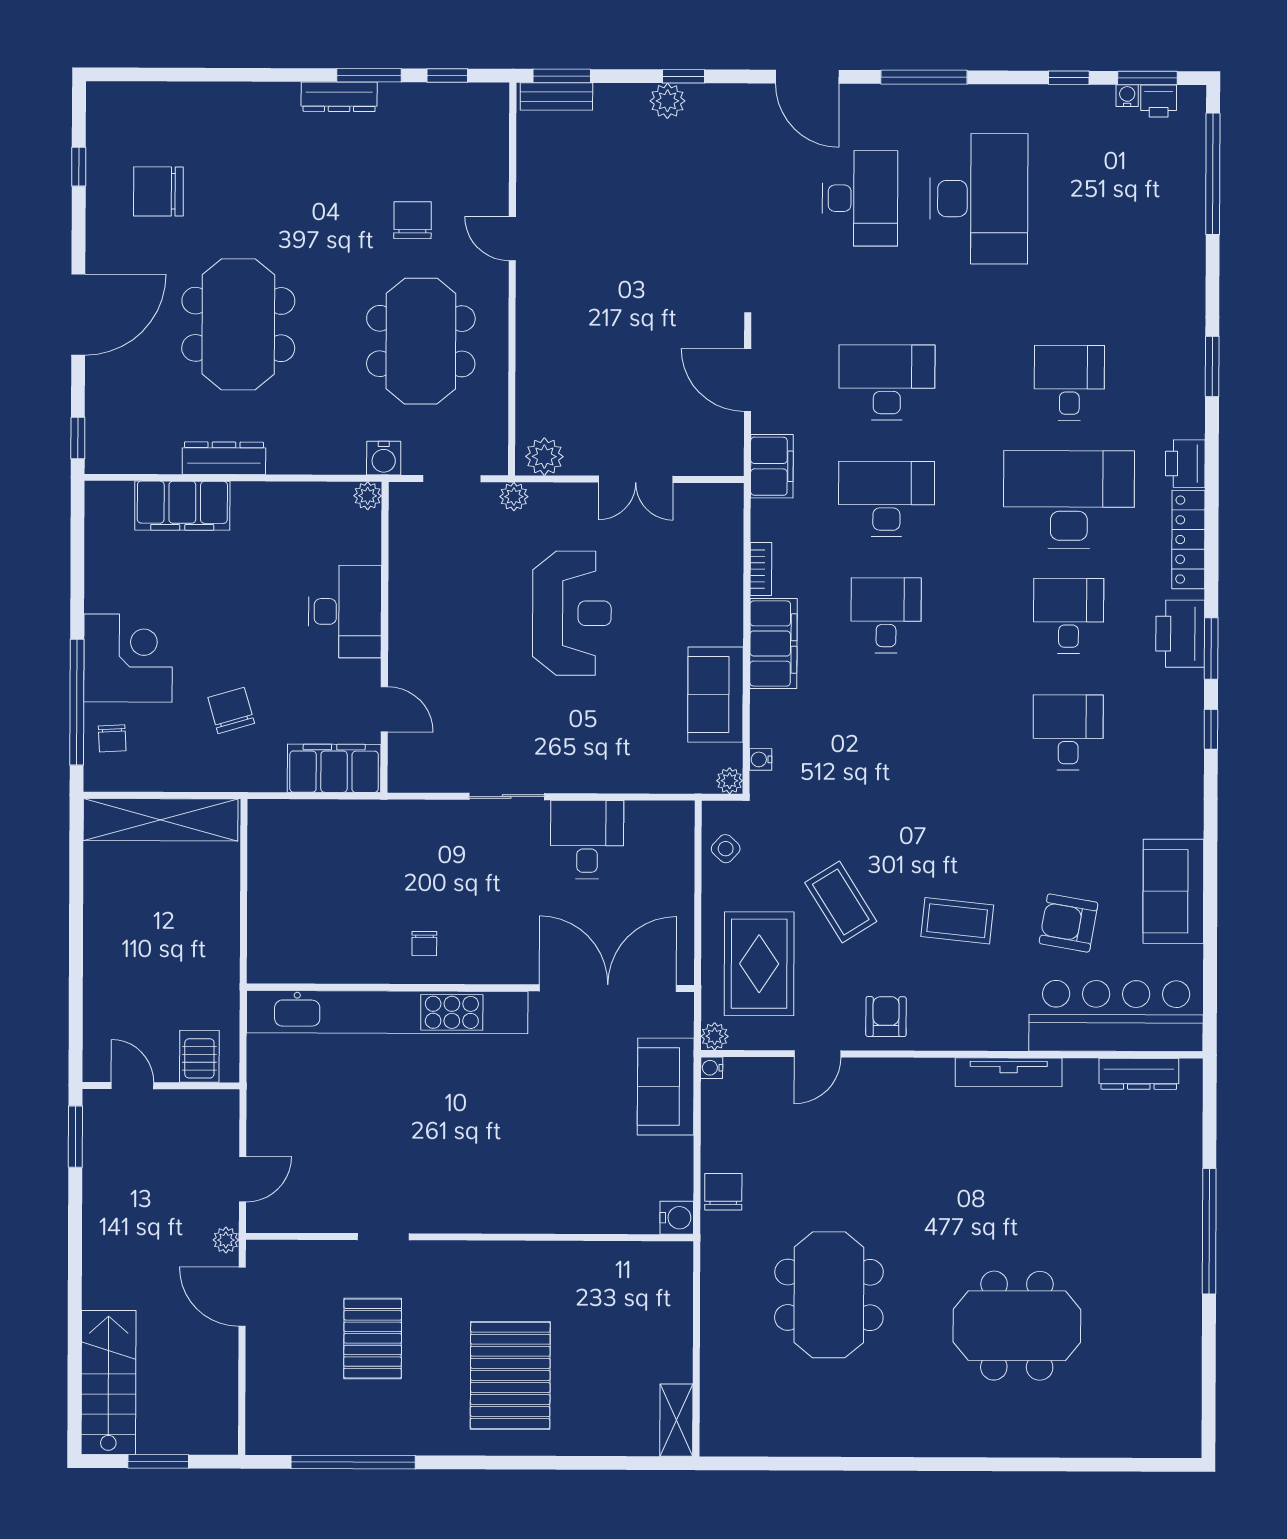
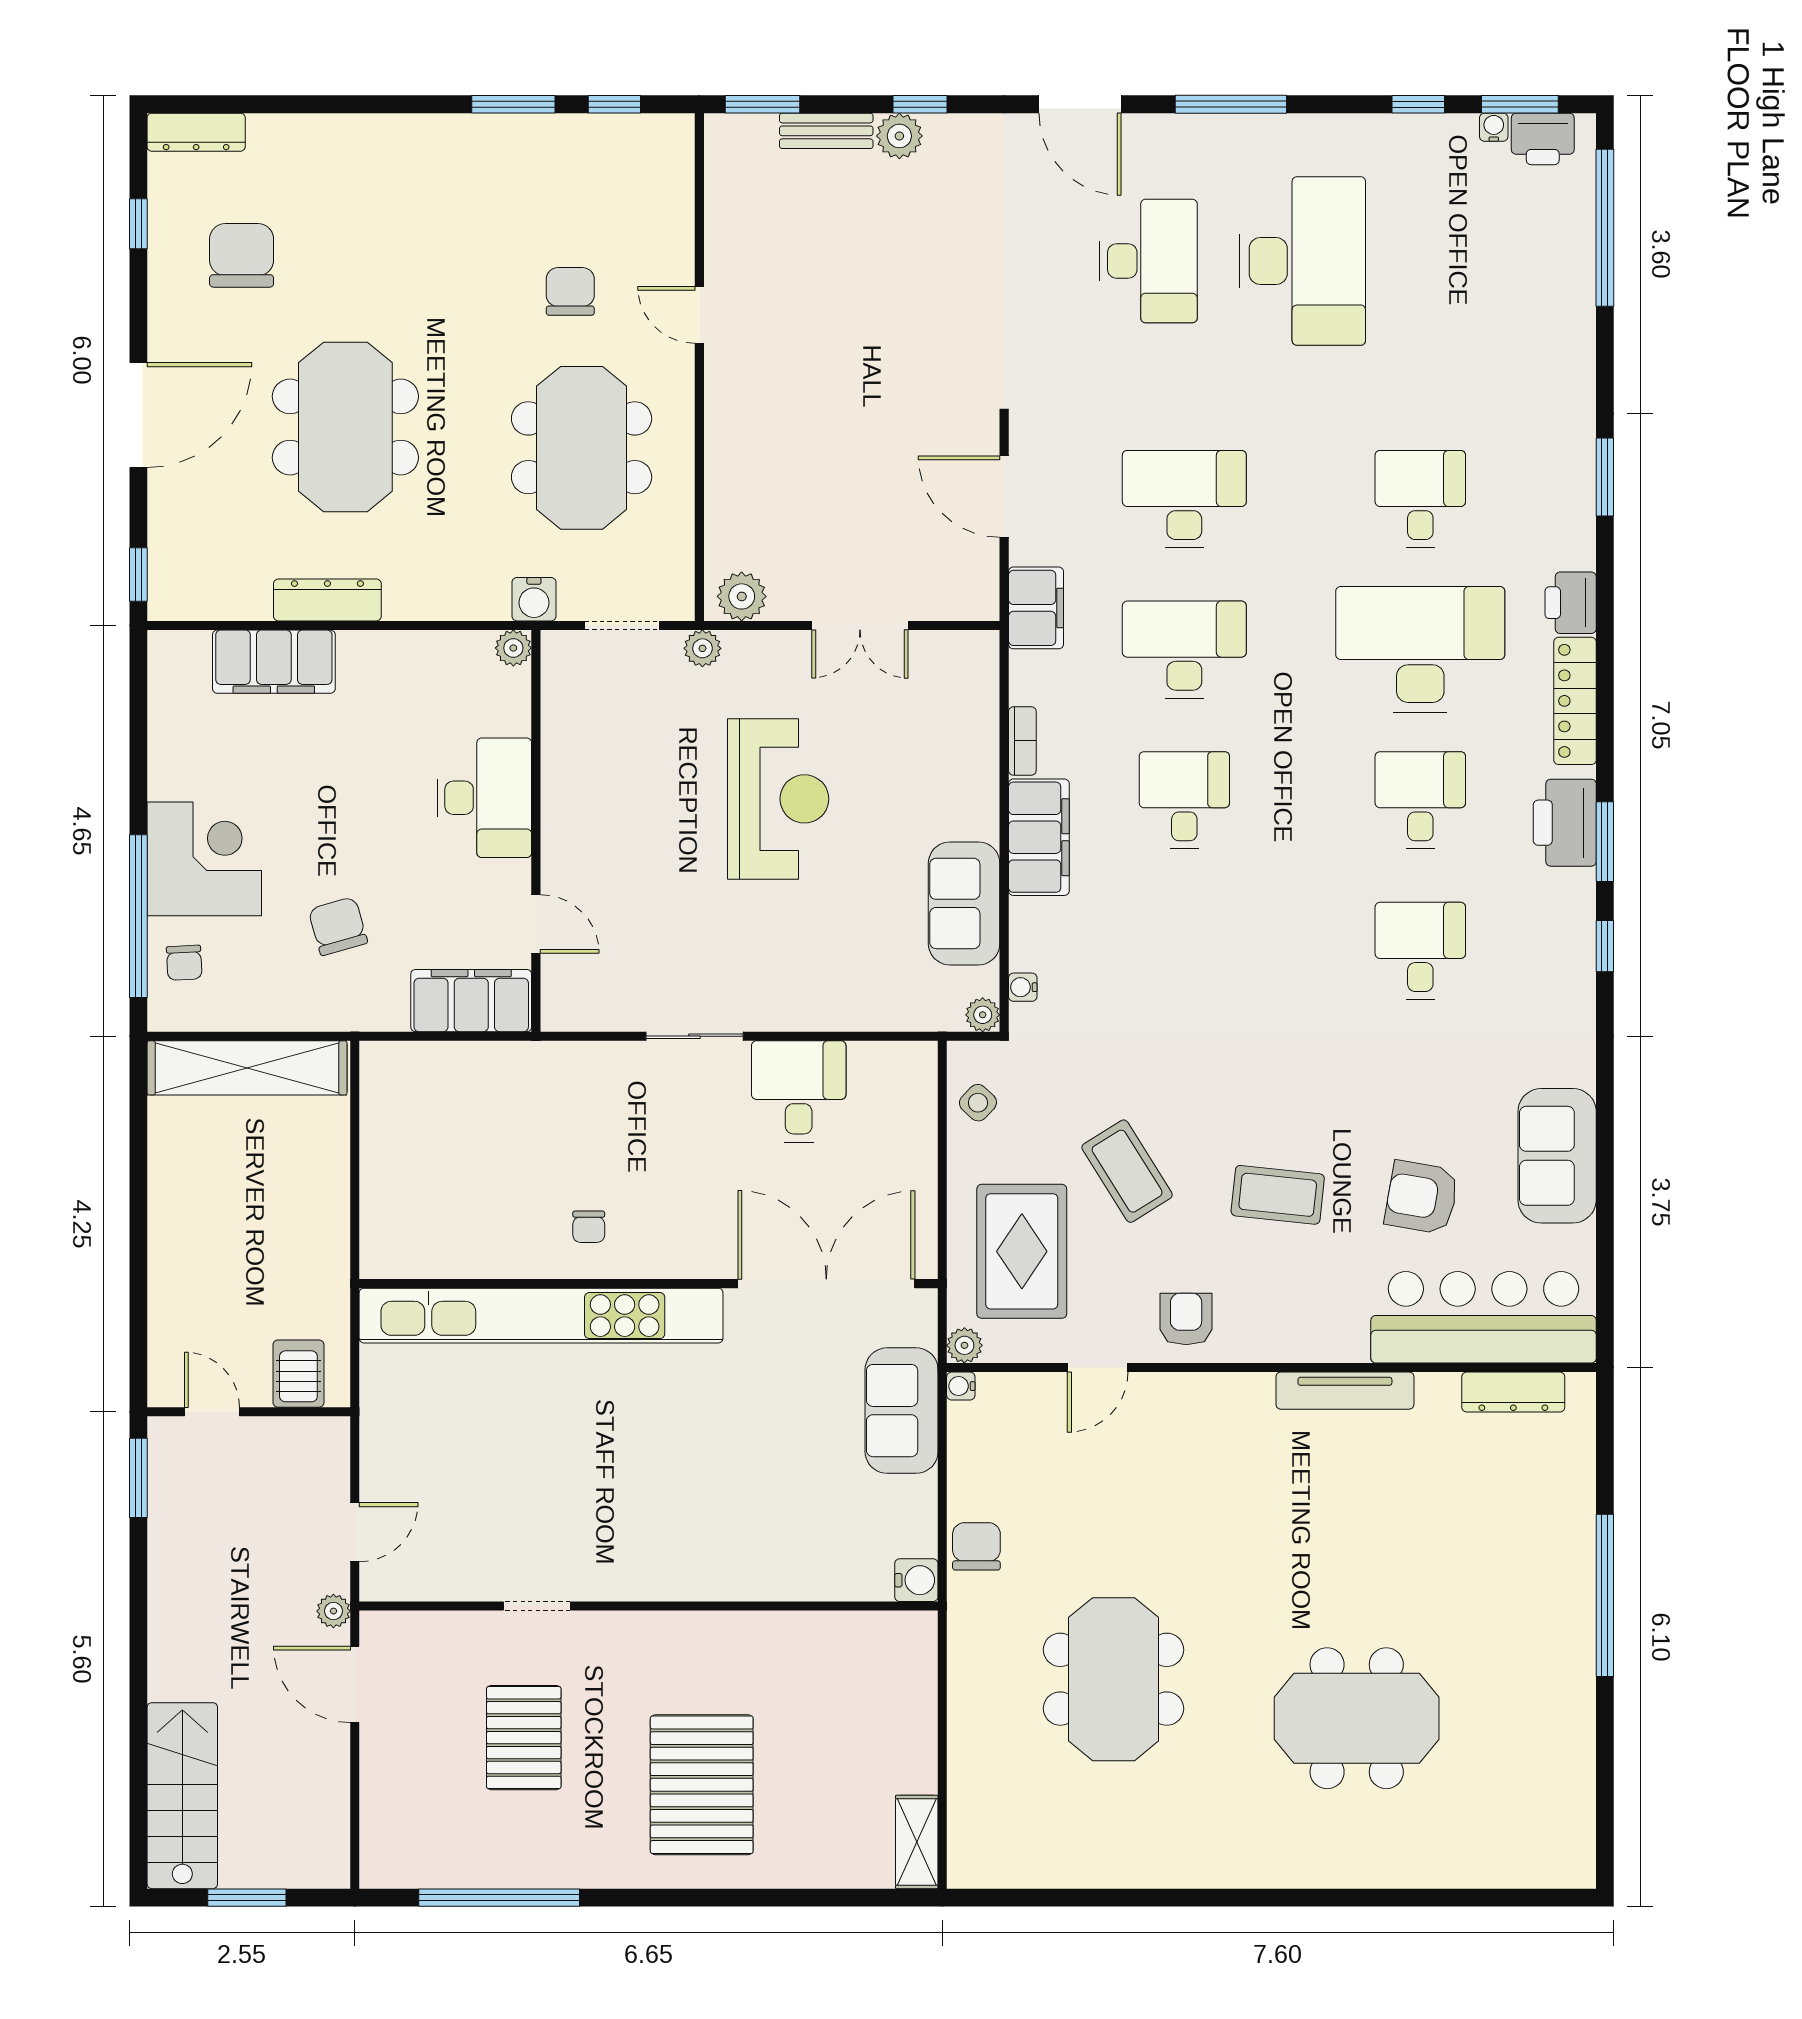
dresser: (339, 97) -> (196, 132), moved
bench: (556, 97) -> (826, 131), moved
printer: (1159, 101) -> (1543, 139), width x1.36, depth x1.24
chair: (158, 191) -> (242, 255), turned 90

